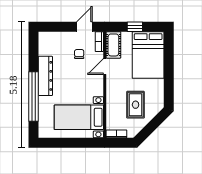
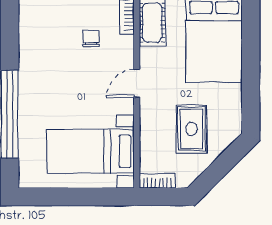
door: (105, 66) -> (137, 83), moved
dresser: (45, 76) -> (31, 78), removed

